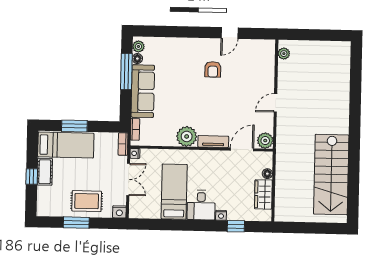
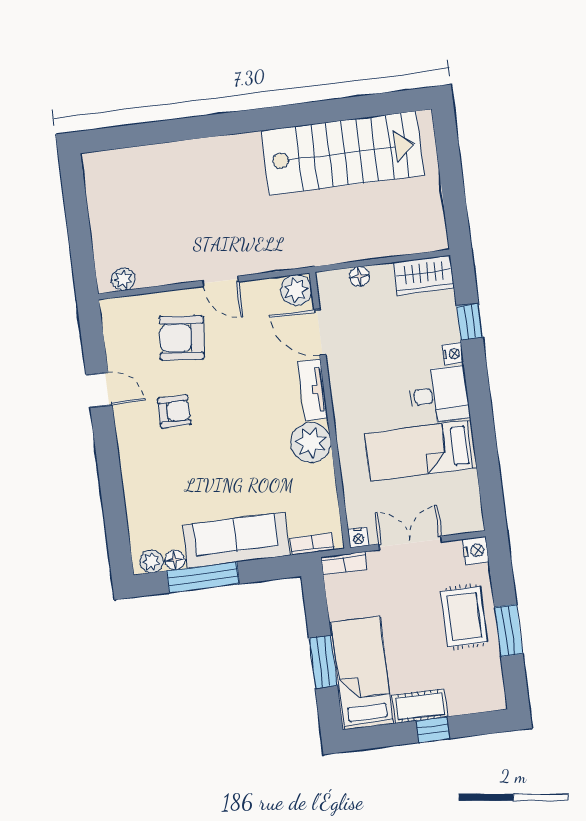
armchair: (250, 79) -> (182, 338), added
wardrobe: (263, 194) -> (424, 275), moved

